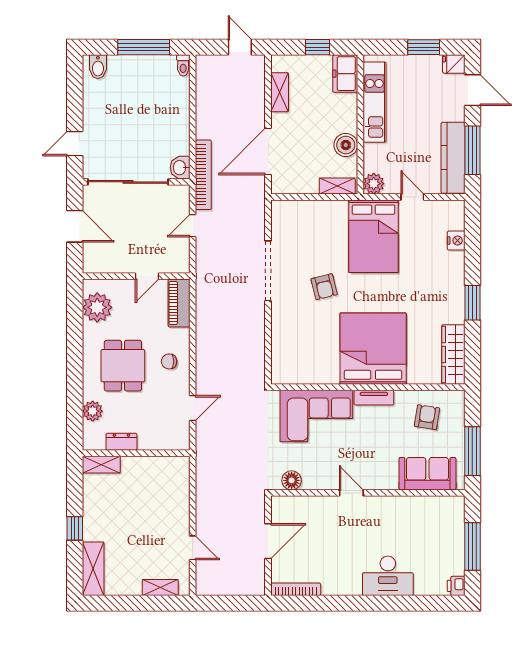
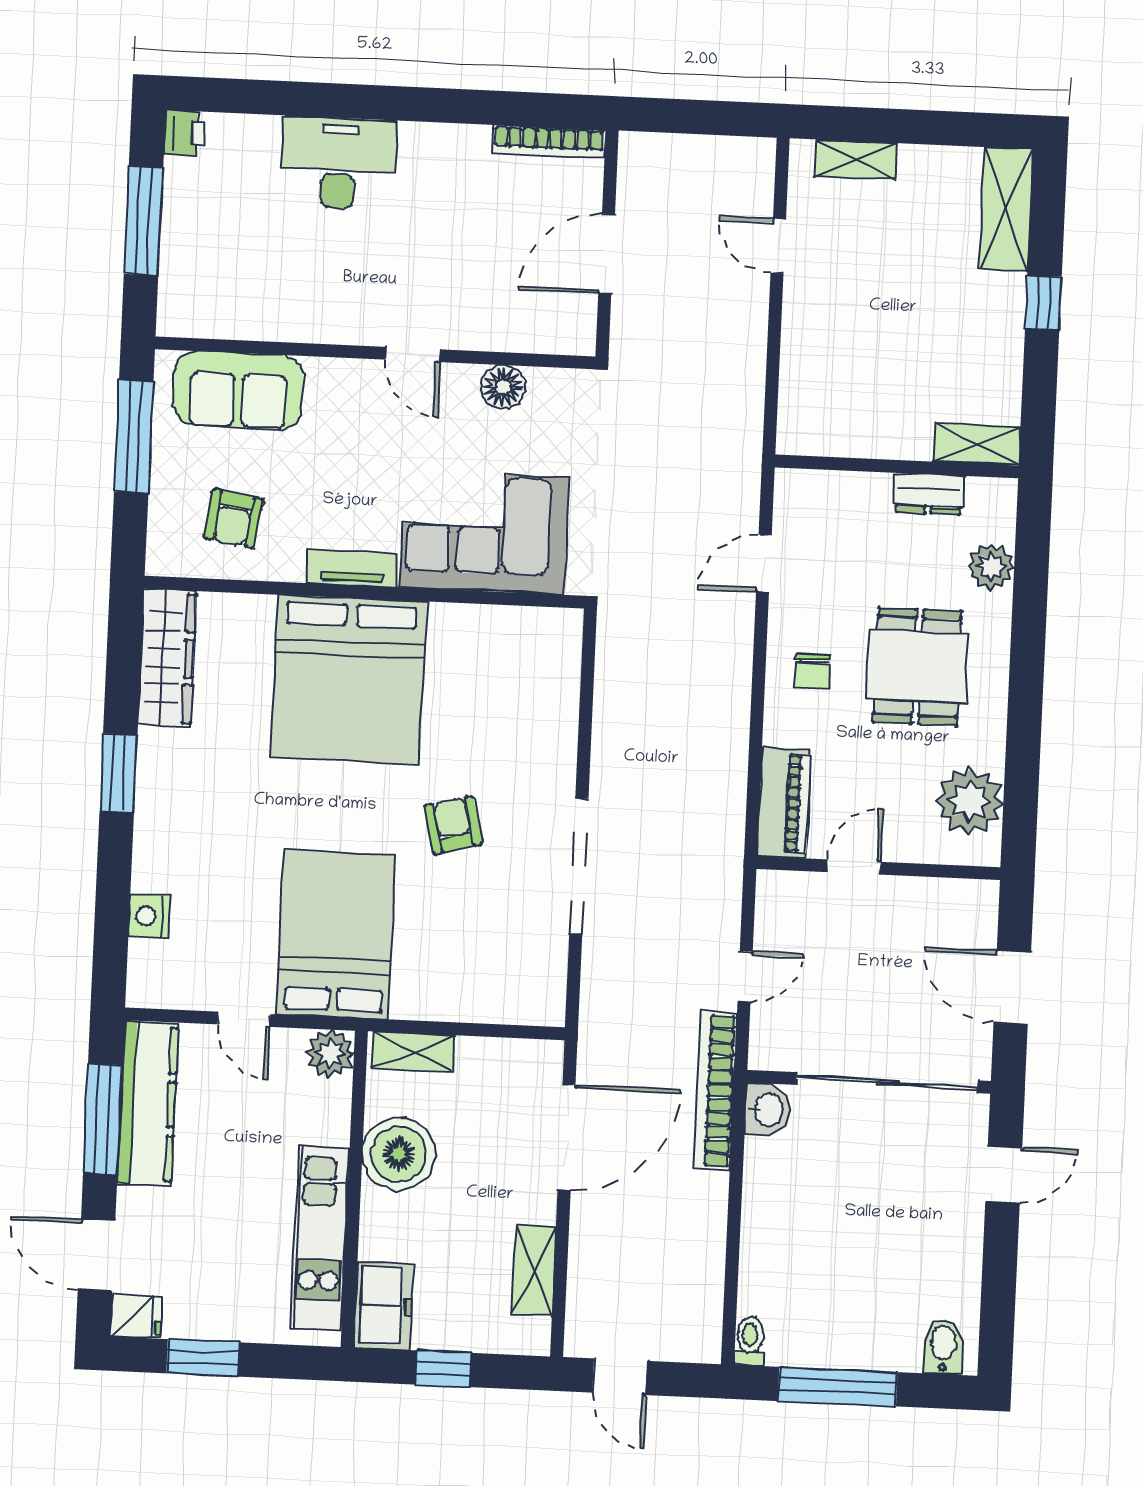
boiler: (346, 145) -> (399, 1154), width x1.37, depth x1.37
chair: (169, 361) -> (812, 671), turned 90
floor lamp: (292, 480) -> (503, 387), moved

